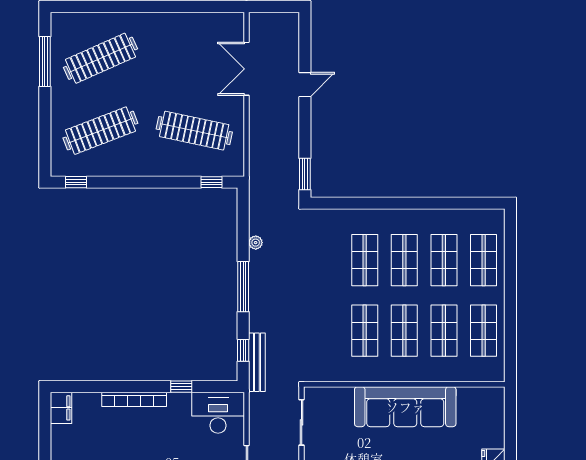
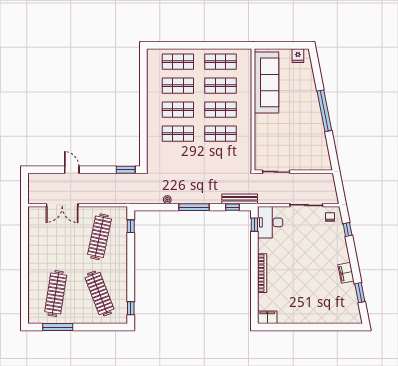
clothes rail: (100, 58) -> (56, 293), turned 33
window: (181, 387) -> (254, 225), moved
sofa: (405, 407) -> (267, 82), moved

